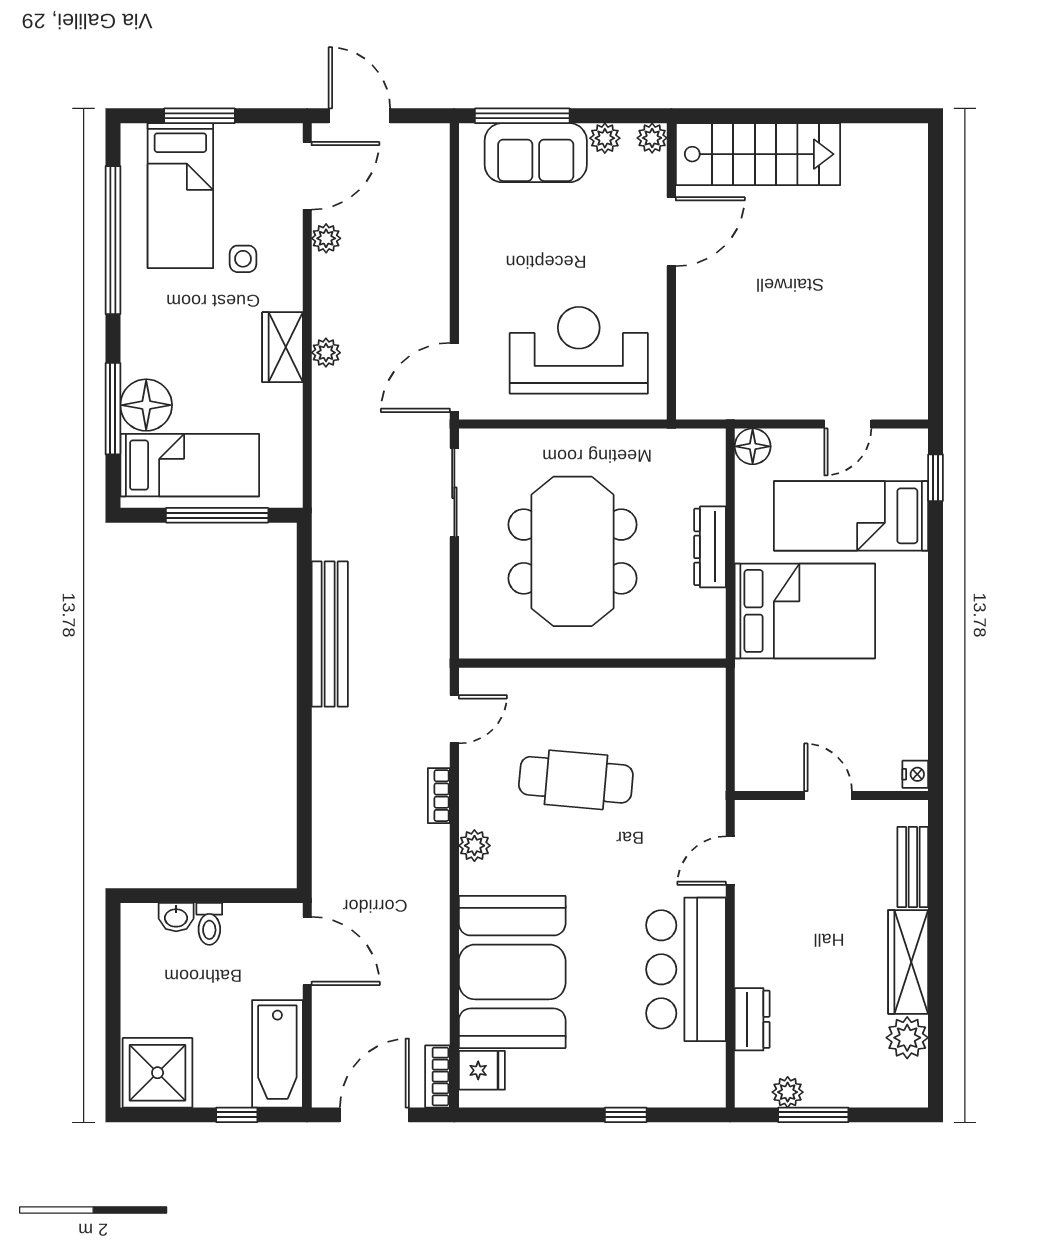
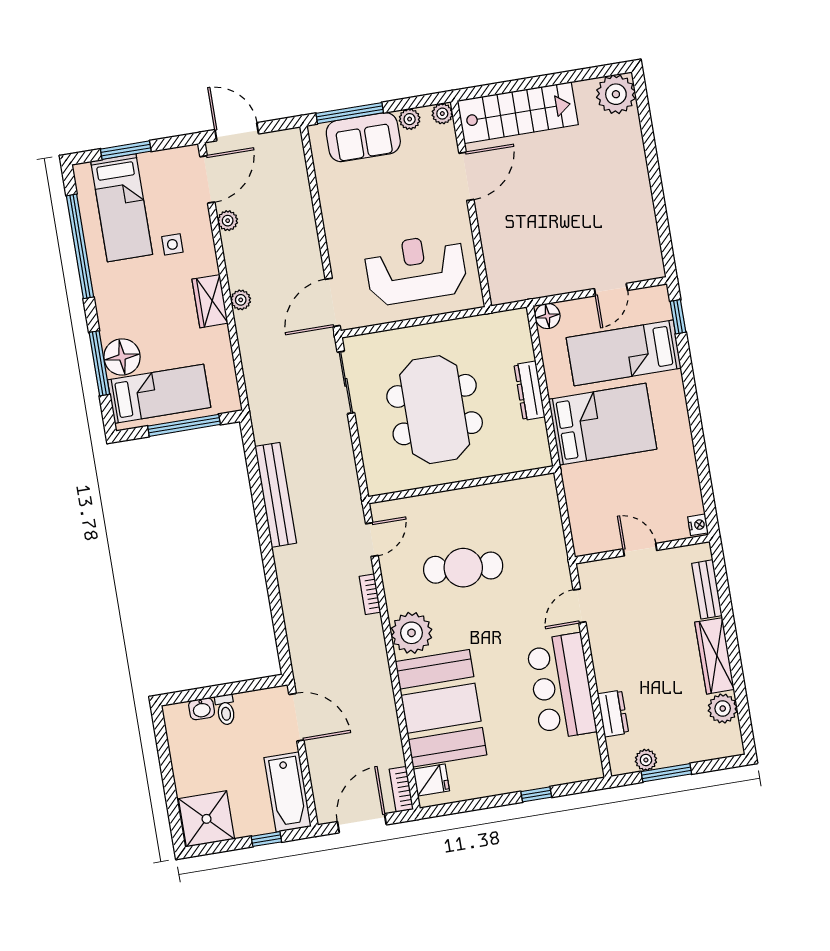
plant: (900, 151) -> (616, 94), added
plant: (474, 846) -> (412, 633), width x1.88, depth x1.88

